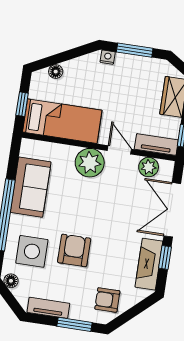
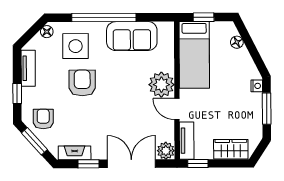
door: (119, 150) -> (177, 109), swing flipped
plant: (149, 167) -> (166, 151), moved
armchair: (74, 250) -> (82, 83), turned -90
fireplace: (149, 264) -> (75, 153), width x0.73, depth x0.76
window: (131, 314) -> (34, 141), added
window: (74, 324) -> (17, 93), width x0.67

